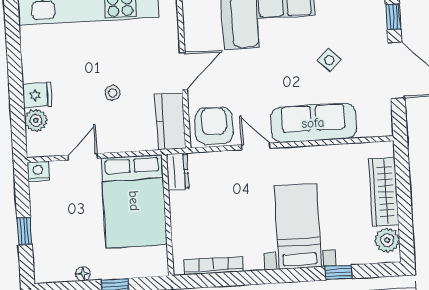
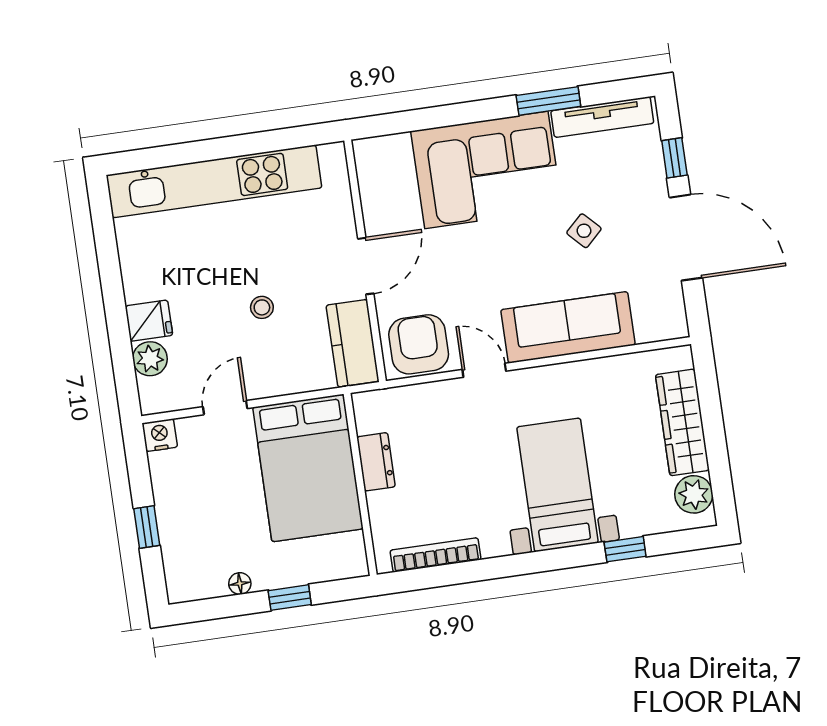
dresser: (178, 172) -> (376, 462), moved

